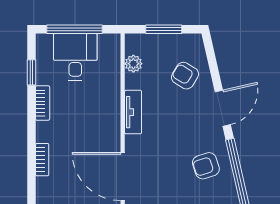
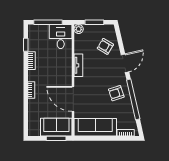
desk: (75, 57) -> (61, 37), moved
plant: (133, 64) -> (79, 29), moved

